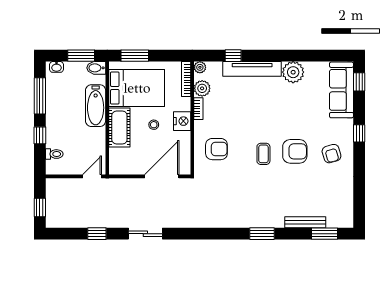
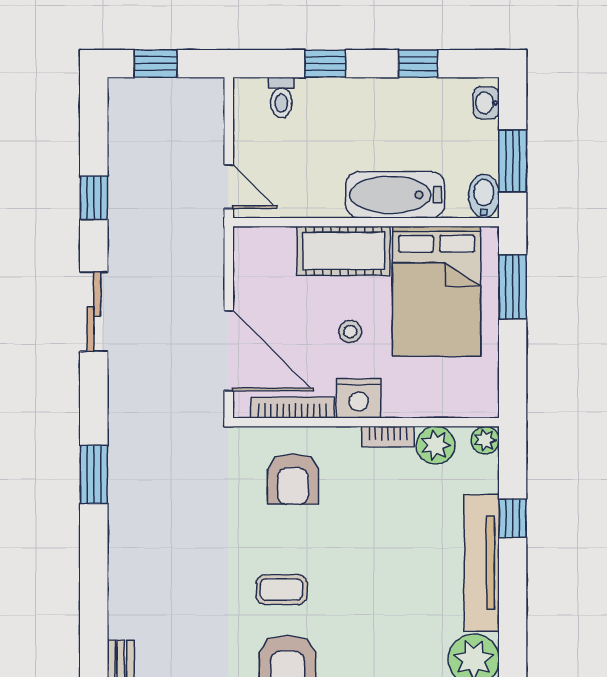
bookcase: (186, 79) -> (292, 407), moved
window: (40, 96) -> (418, 64), width x0.46
window: (262, 234) -> (94, 474), moved

